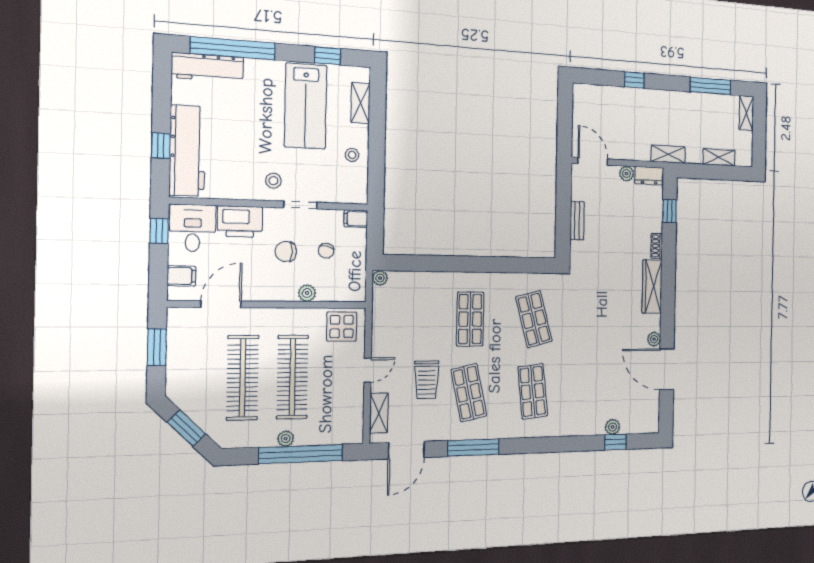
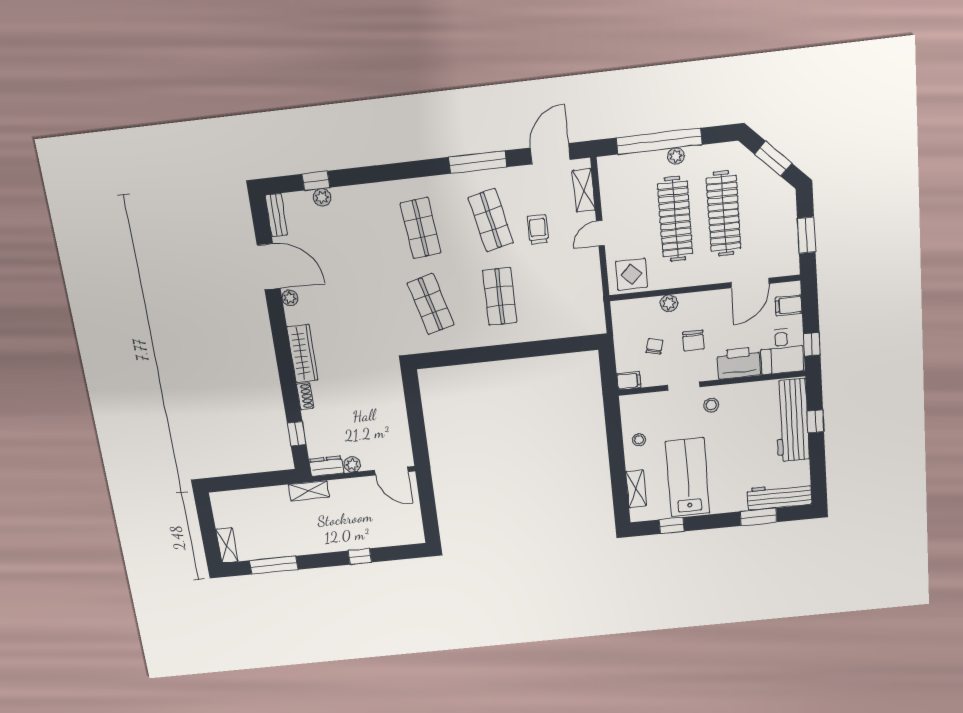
window: (233, 48) -> (758, 517), width x0.47
shelving: (719, 157) -> (250, 496), removed
bench: (577, 221) -> (276, 215), moved
chair: (286, 252) -> (693, 341), turned 90
plant: (380, 278) -> (598, 327), removed
trolley: (427, 380) -> (538, 229), width x0.73, depth x0.72

